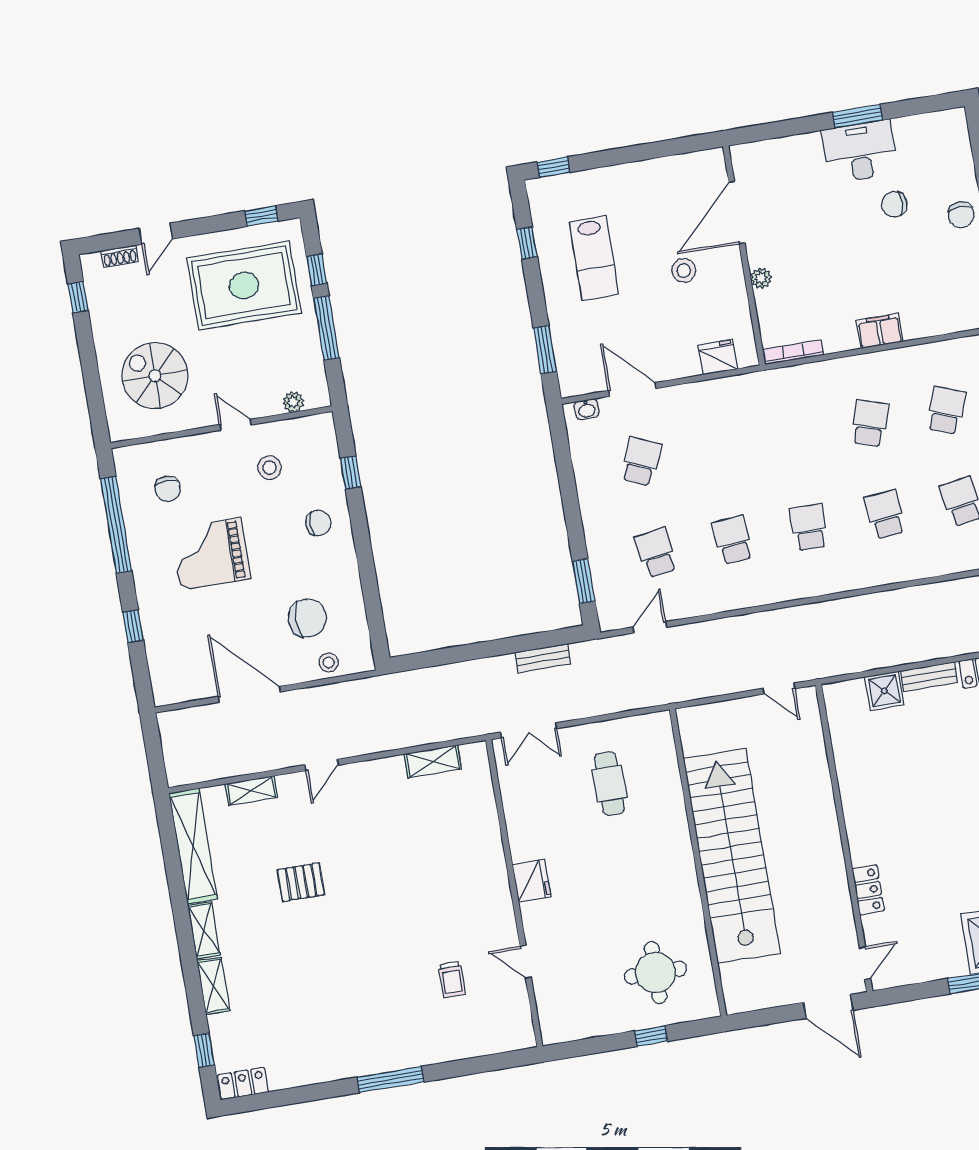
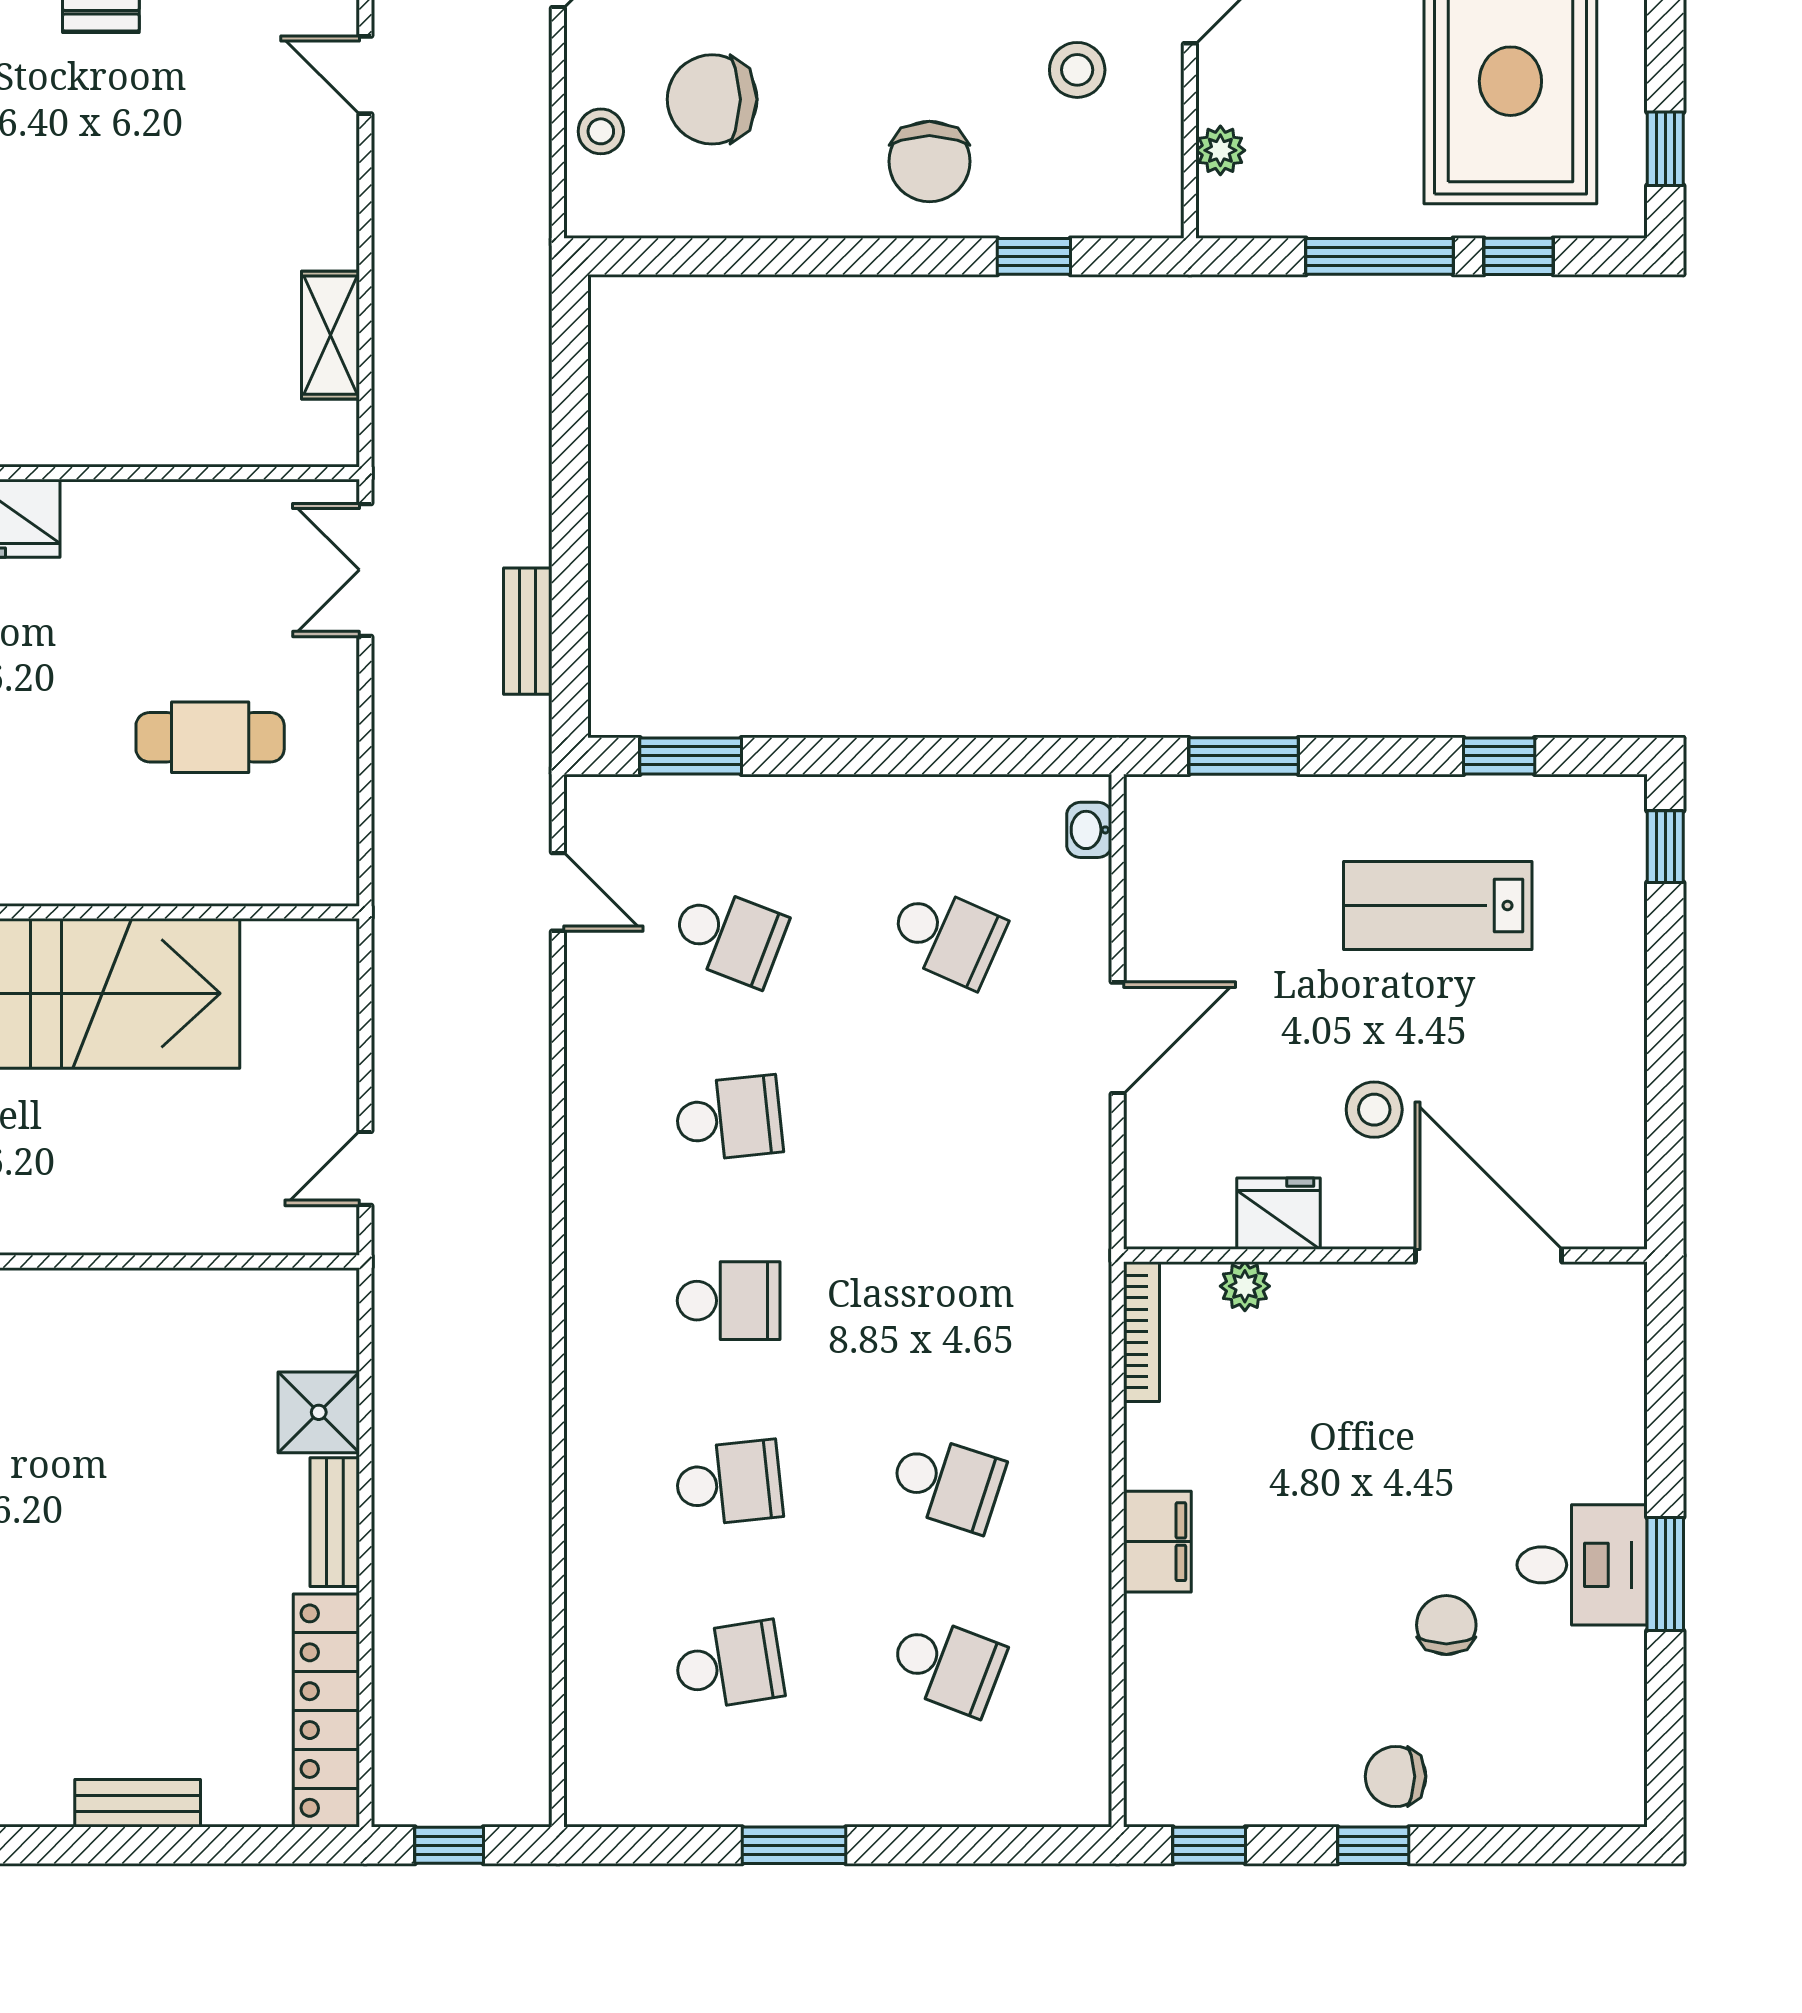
desk: (860, 152) -> (1582, 1565), width x0.73
plant: (761, 278) -> (1245, 1286), moved
fridge: (718, 357) -> (1279, 1214), moved, turned -90
door: (632, 389) -> (1118, 1038), moved
chair: (318, 523) -> (929, 161), width x1.37, depth x1.37
school desk: (656, 553) -> (729, 936), turned 30
chair: (307, 618) -> (712, 99), turned 90

